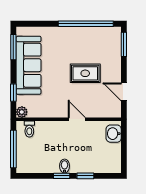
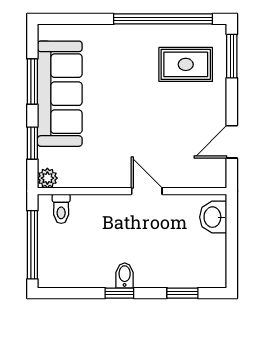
window: (13, 47) -> (32, 81), moved
rug: (85, 73) -> (186, 64), moved
door: (124, 92) -> (232, 142), hinge flipped
window: (85, 176) -> (182, 293), moved

